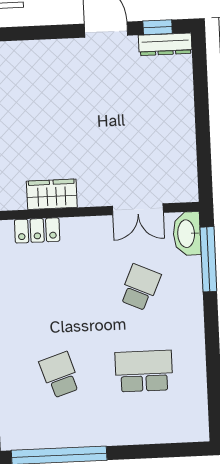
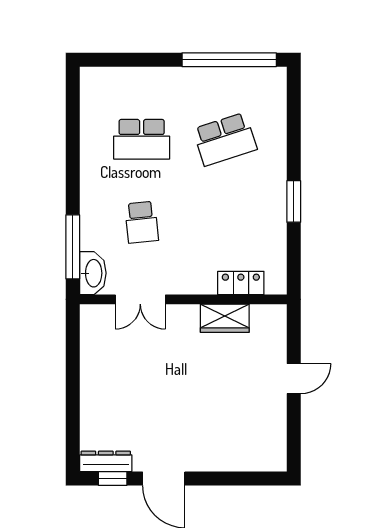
double door: (138, 209) -> (140, 299), swing flipped
school desk: (140, 287) -> (142, 222), turned -30
school desk: (60, 375) -> (225, 139), width x1.85

